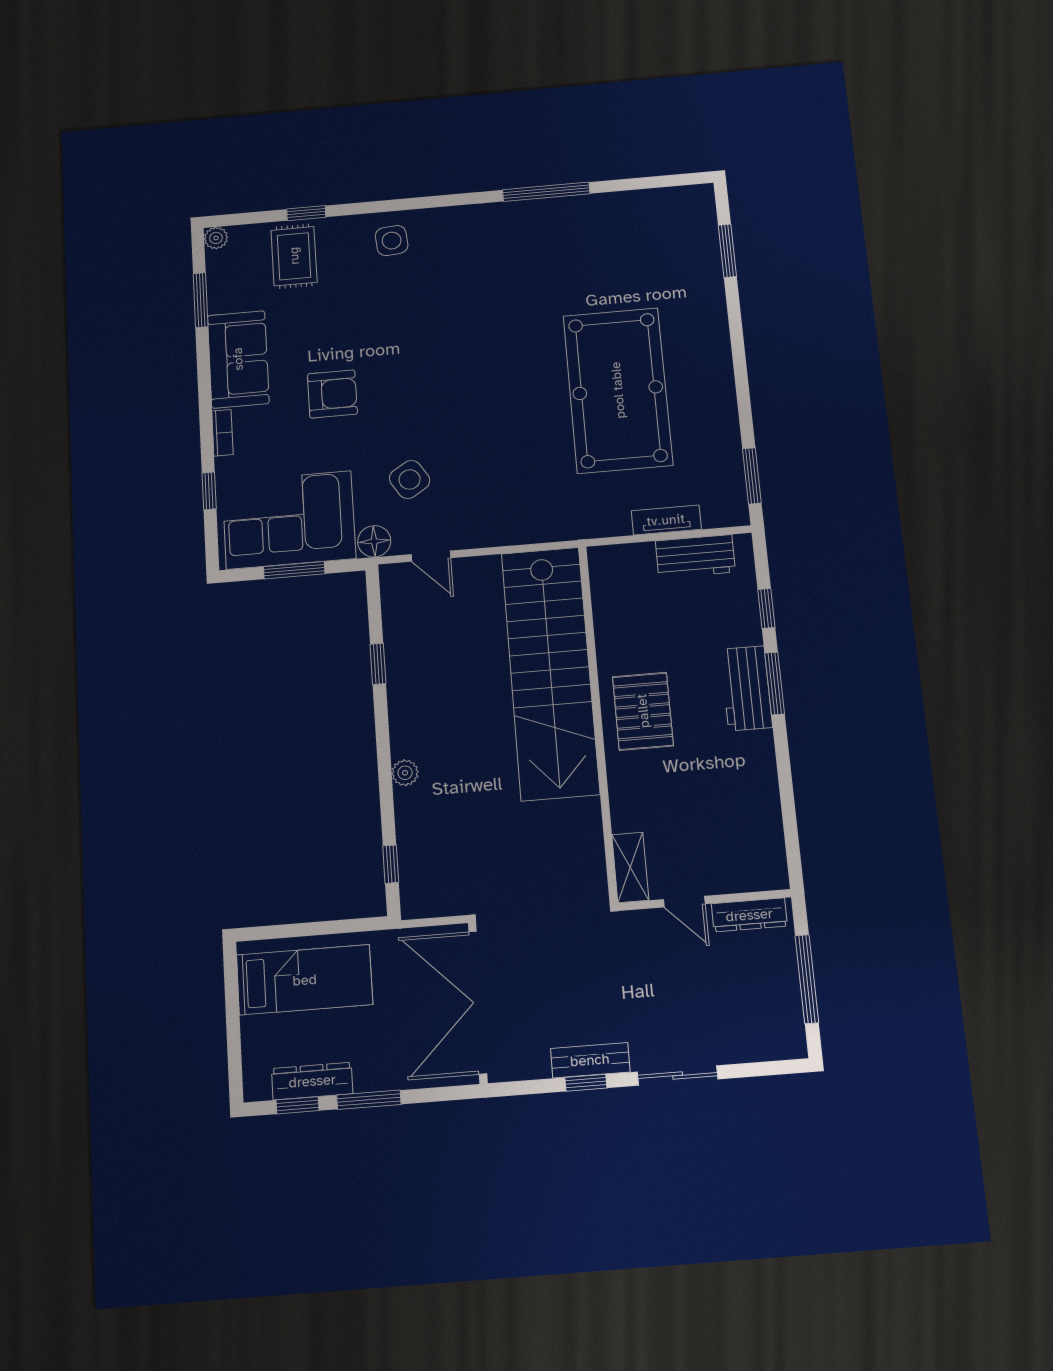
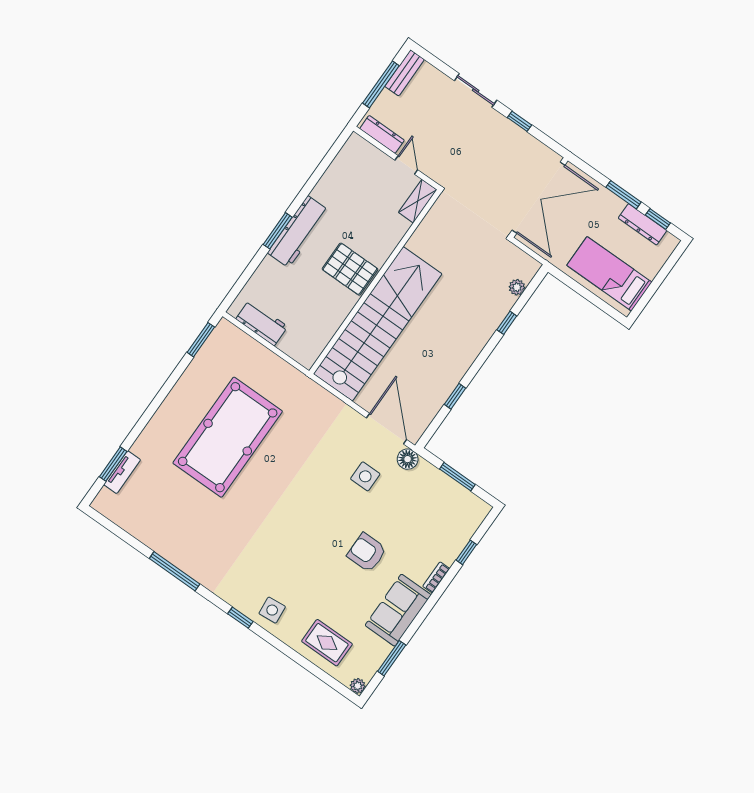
window: (306, 213) -> (240, 618), moved
rug: (294, 256) -> (327, 643), turned 90
side table: (410, 479) -> (365, 476), turned 32
corner sofa: (289, 520) -> (440, 505), removed
tv unit: (666, 520) -> (122, 472), moved, turned -90
door: (431, 556) -> (387, 429), width x1.88
window: (766, 608) -> (250, 270), removed
workbench: (746, 688) -> (298, 232), width x1.37
pallet: (643, 711) -> (350, 269), turned 90
plant: (405, 773) -> (517, 287), moved
window: (391, 864) -> (507, 323), moved
bench: (590, 1060) -> (405, 73), moved, turned 90

